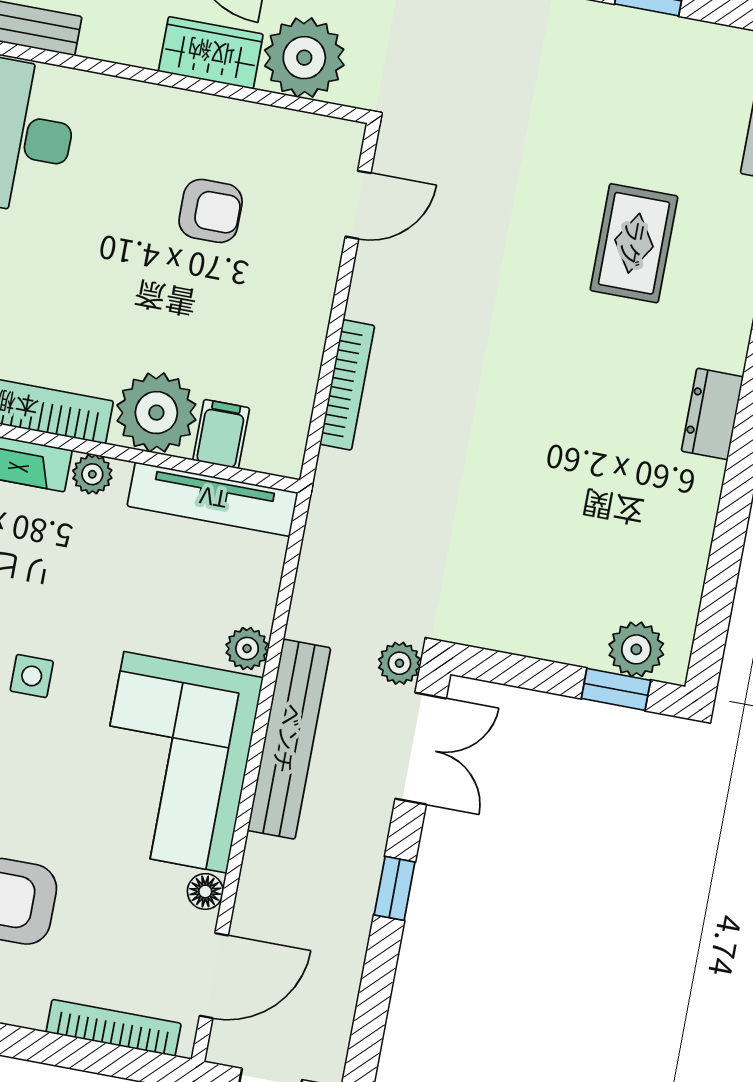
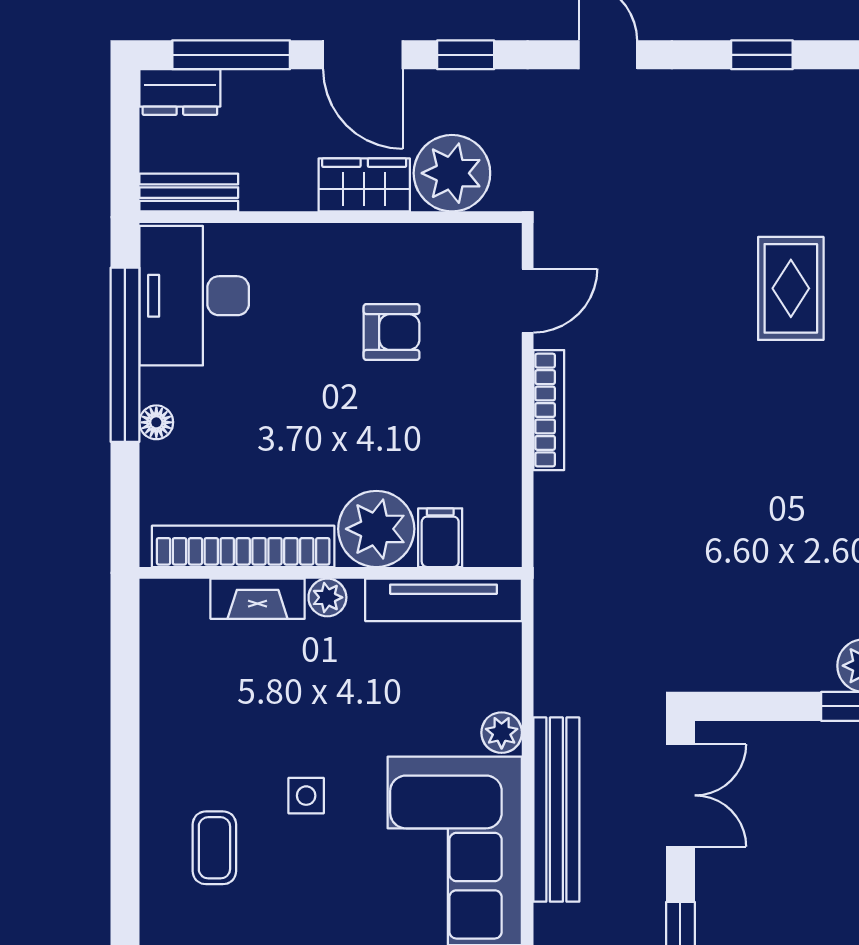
bookcase: (347, 385) -> (549, 410), moved
plant: (399, 663) -> (646, 720), removed

